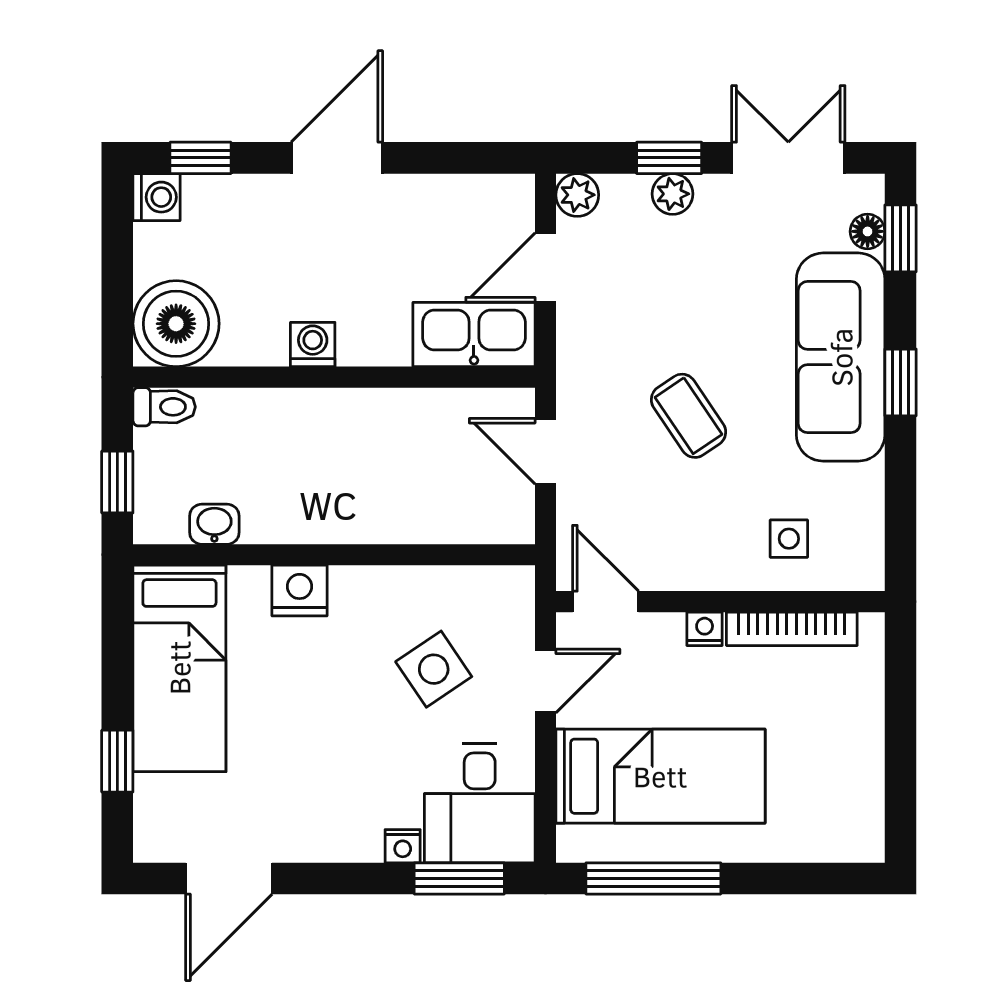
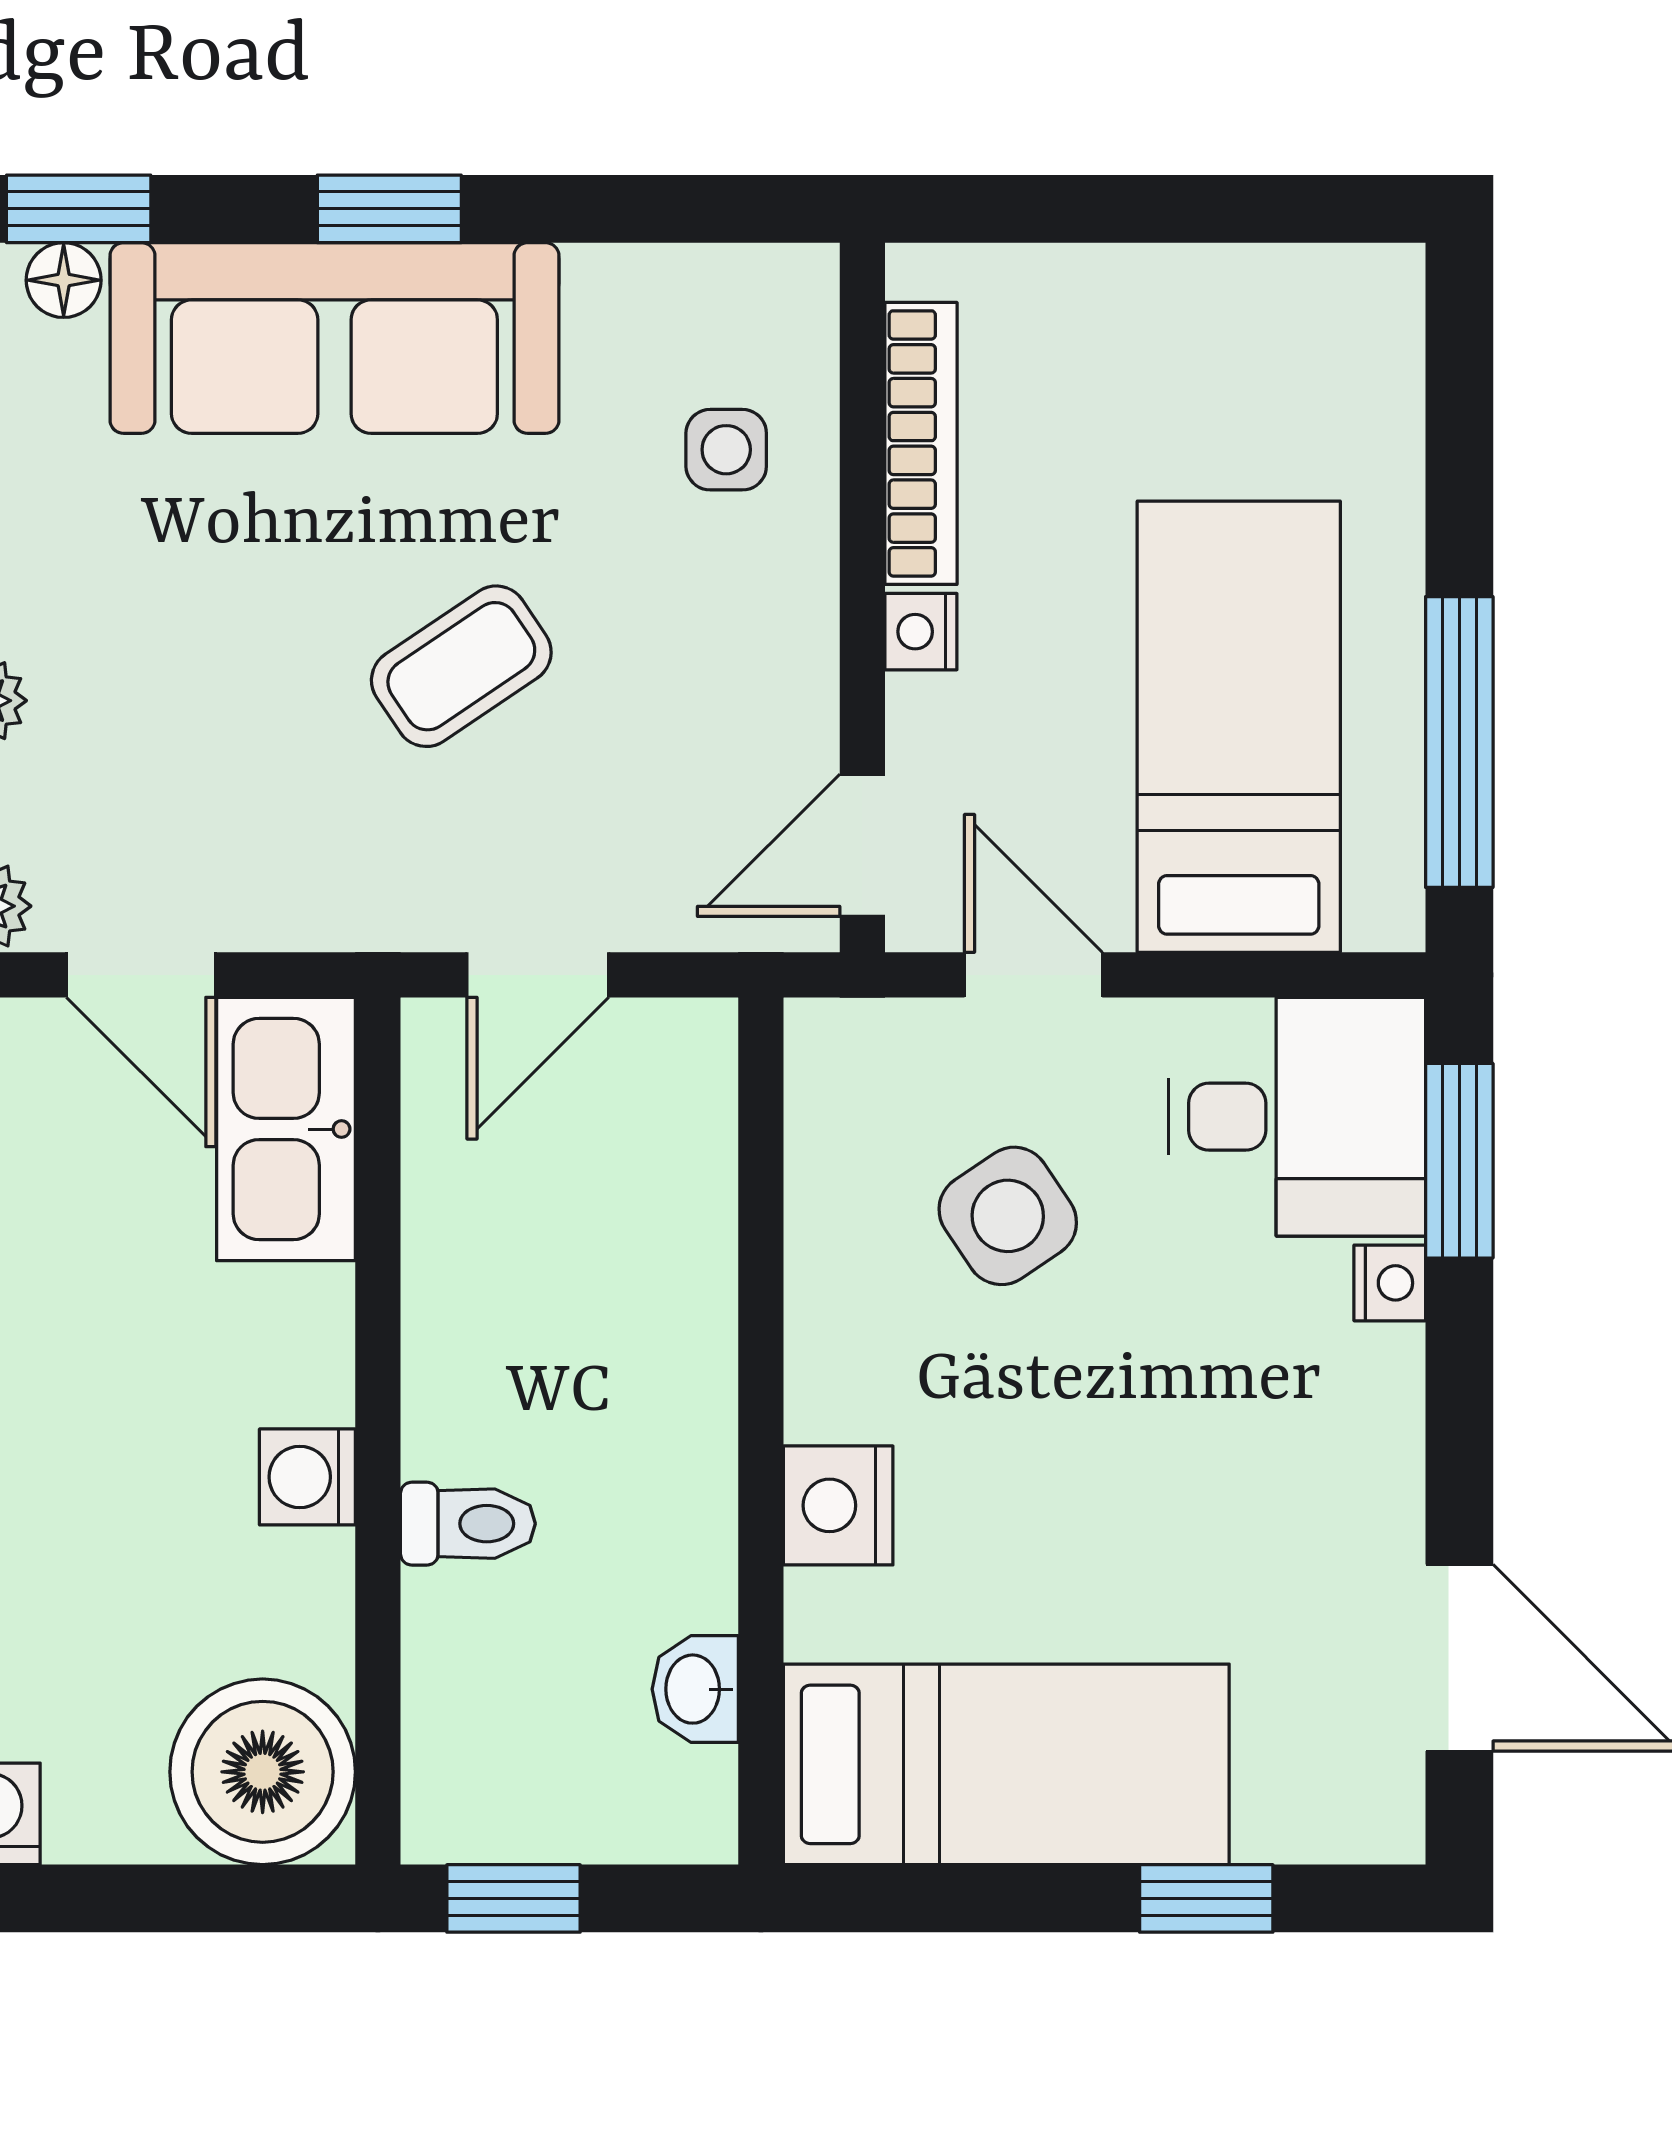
toilet: (164, 407) -> (468, 1524), moved, turned 90
window: (117, 482) -> (514, 1898), moved

